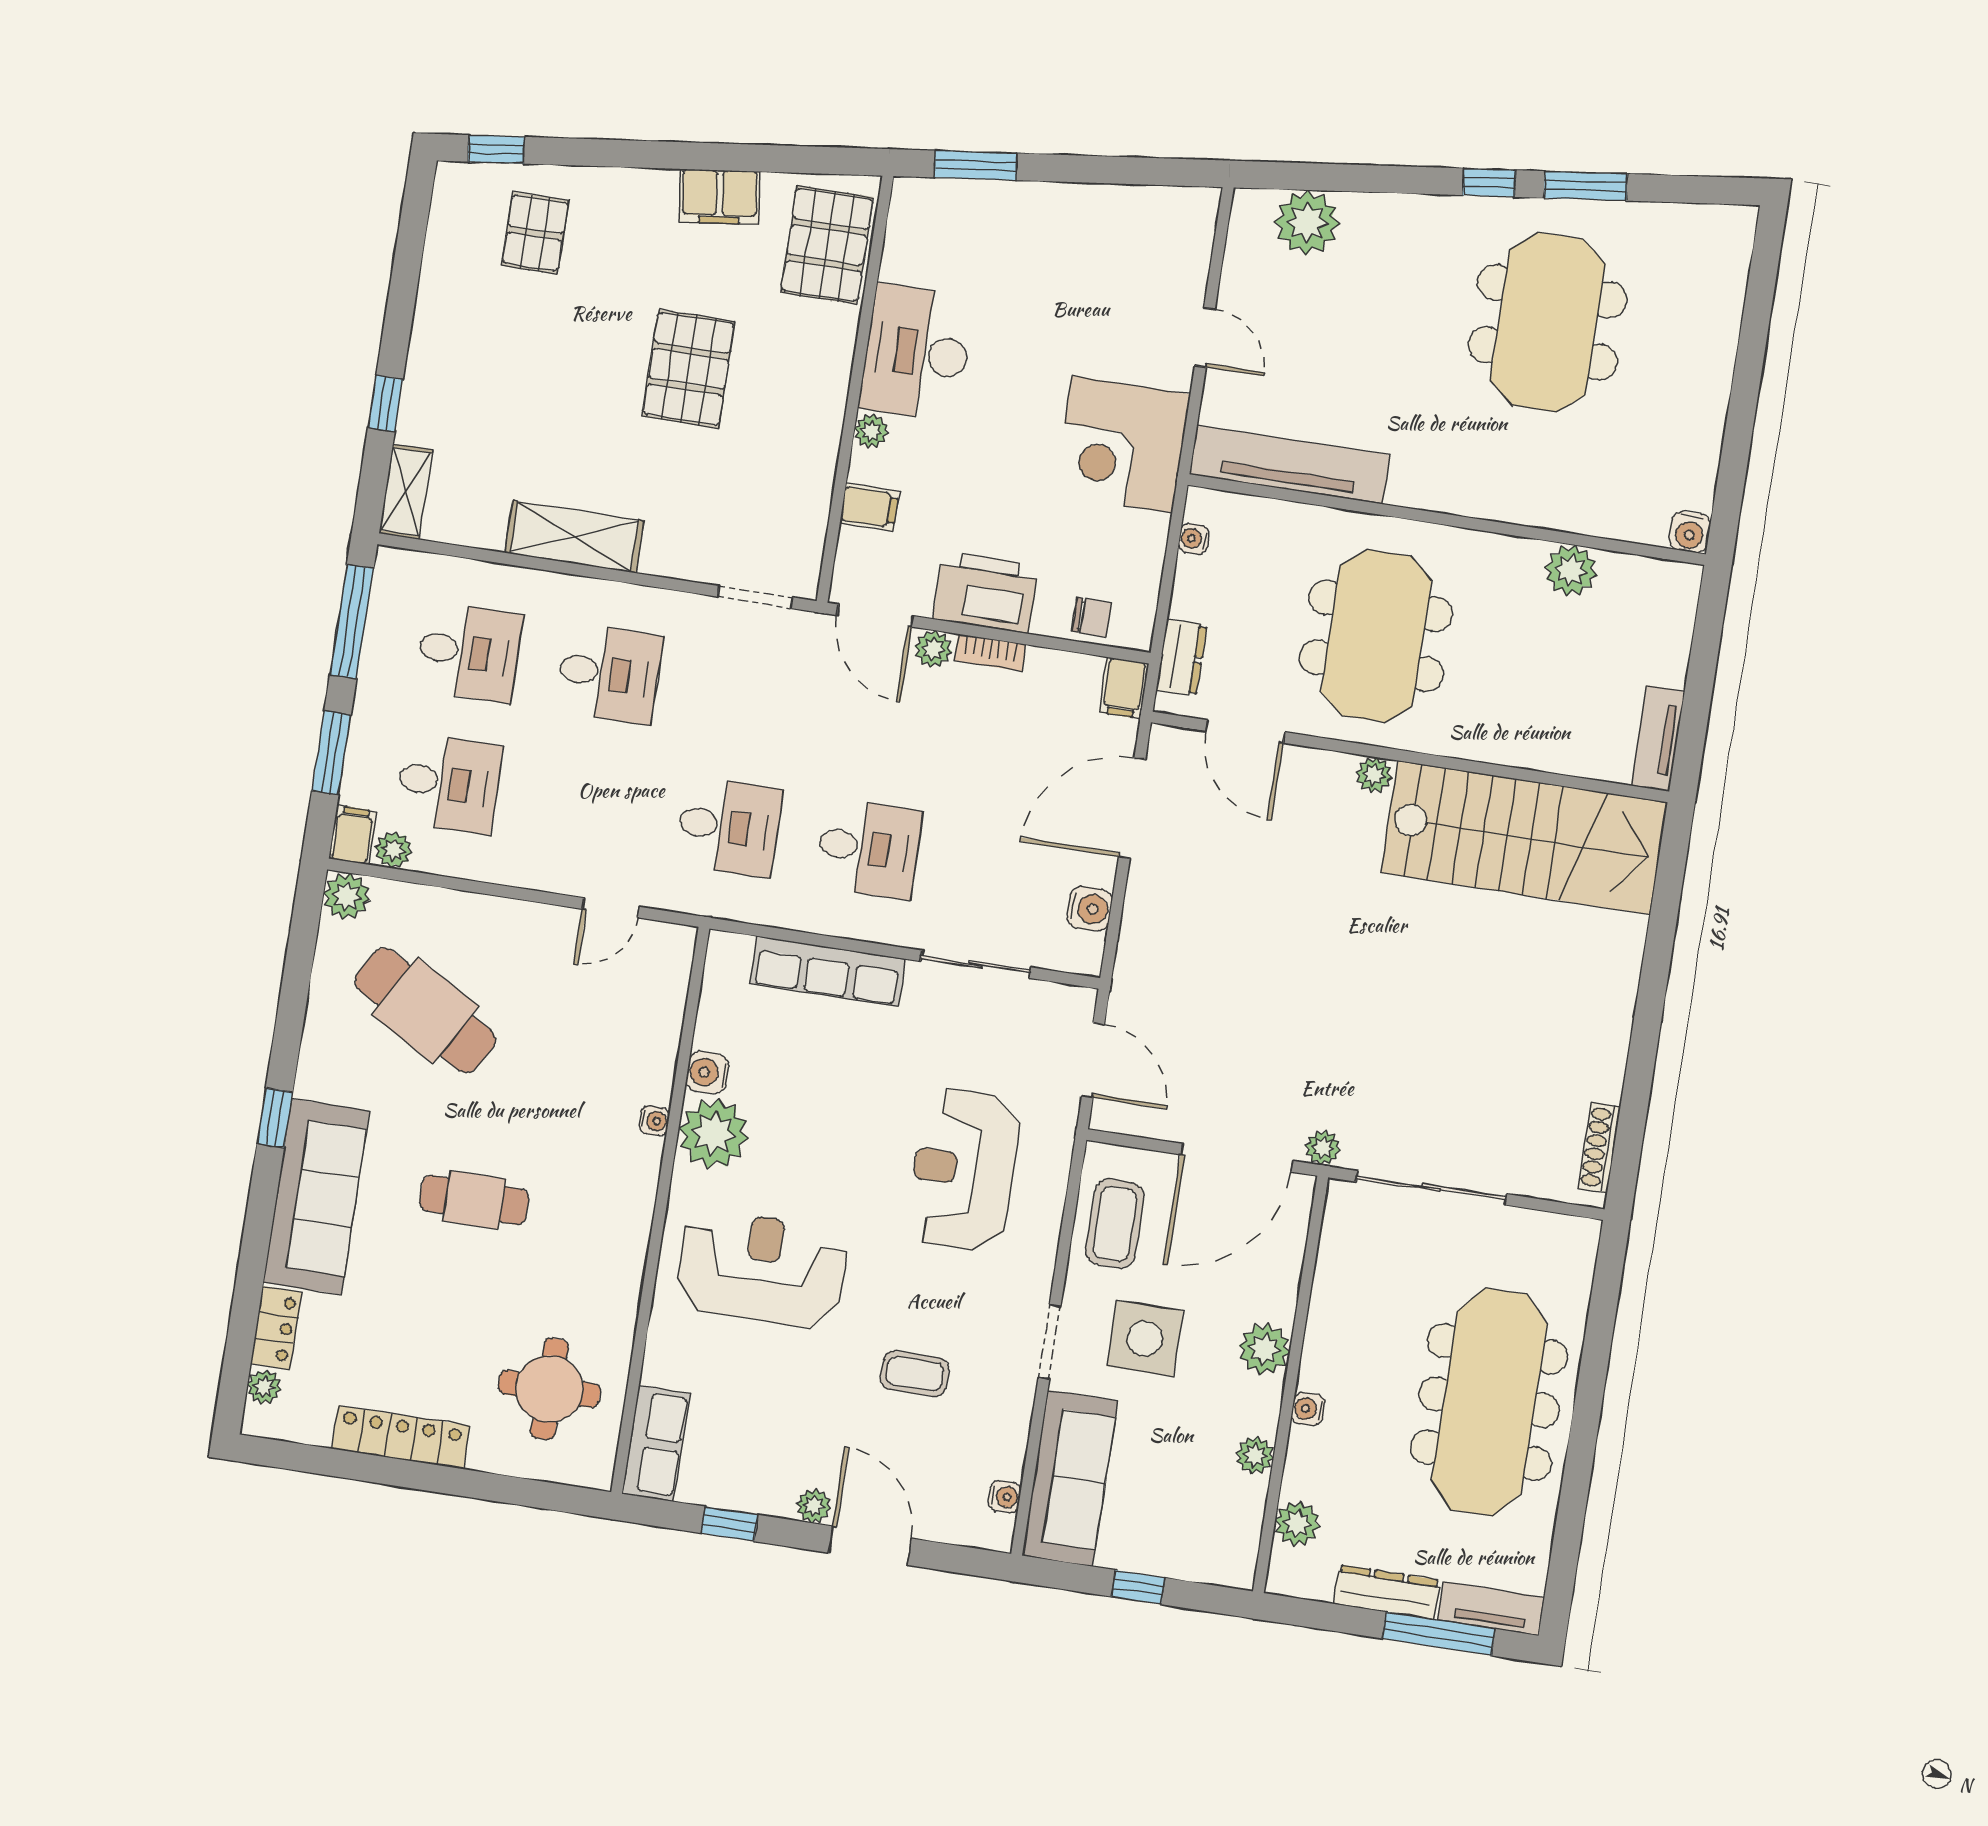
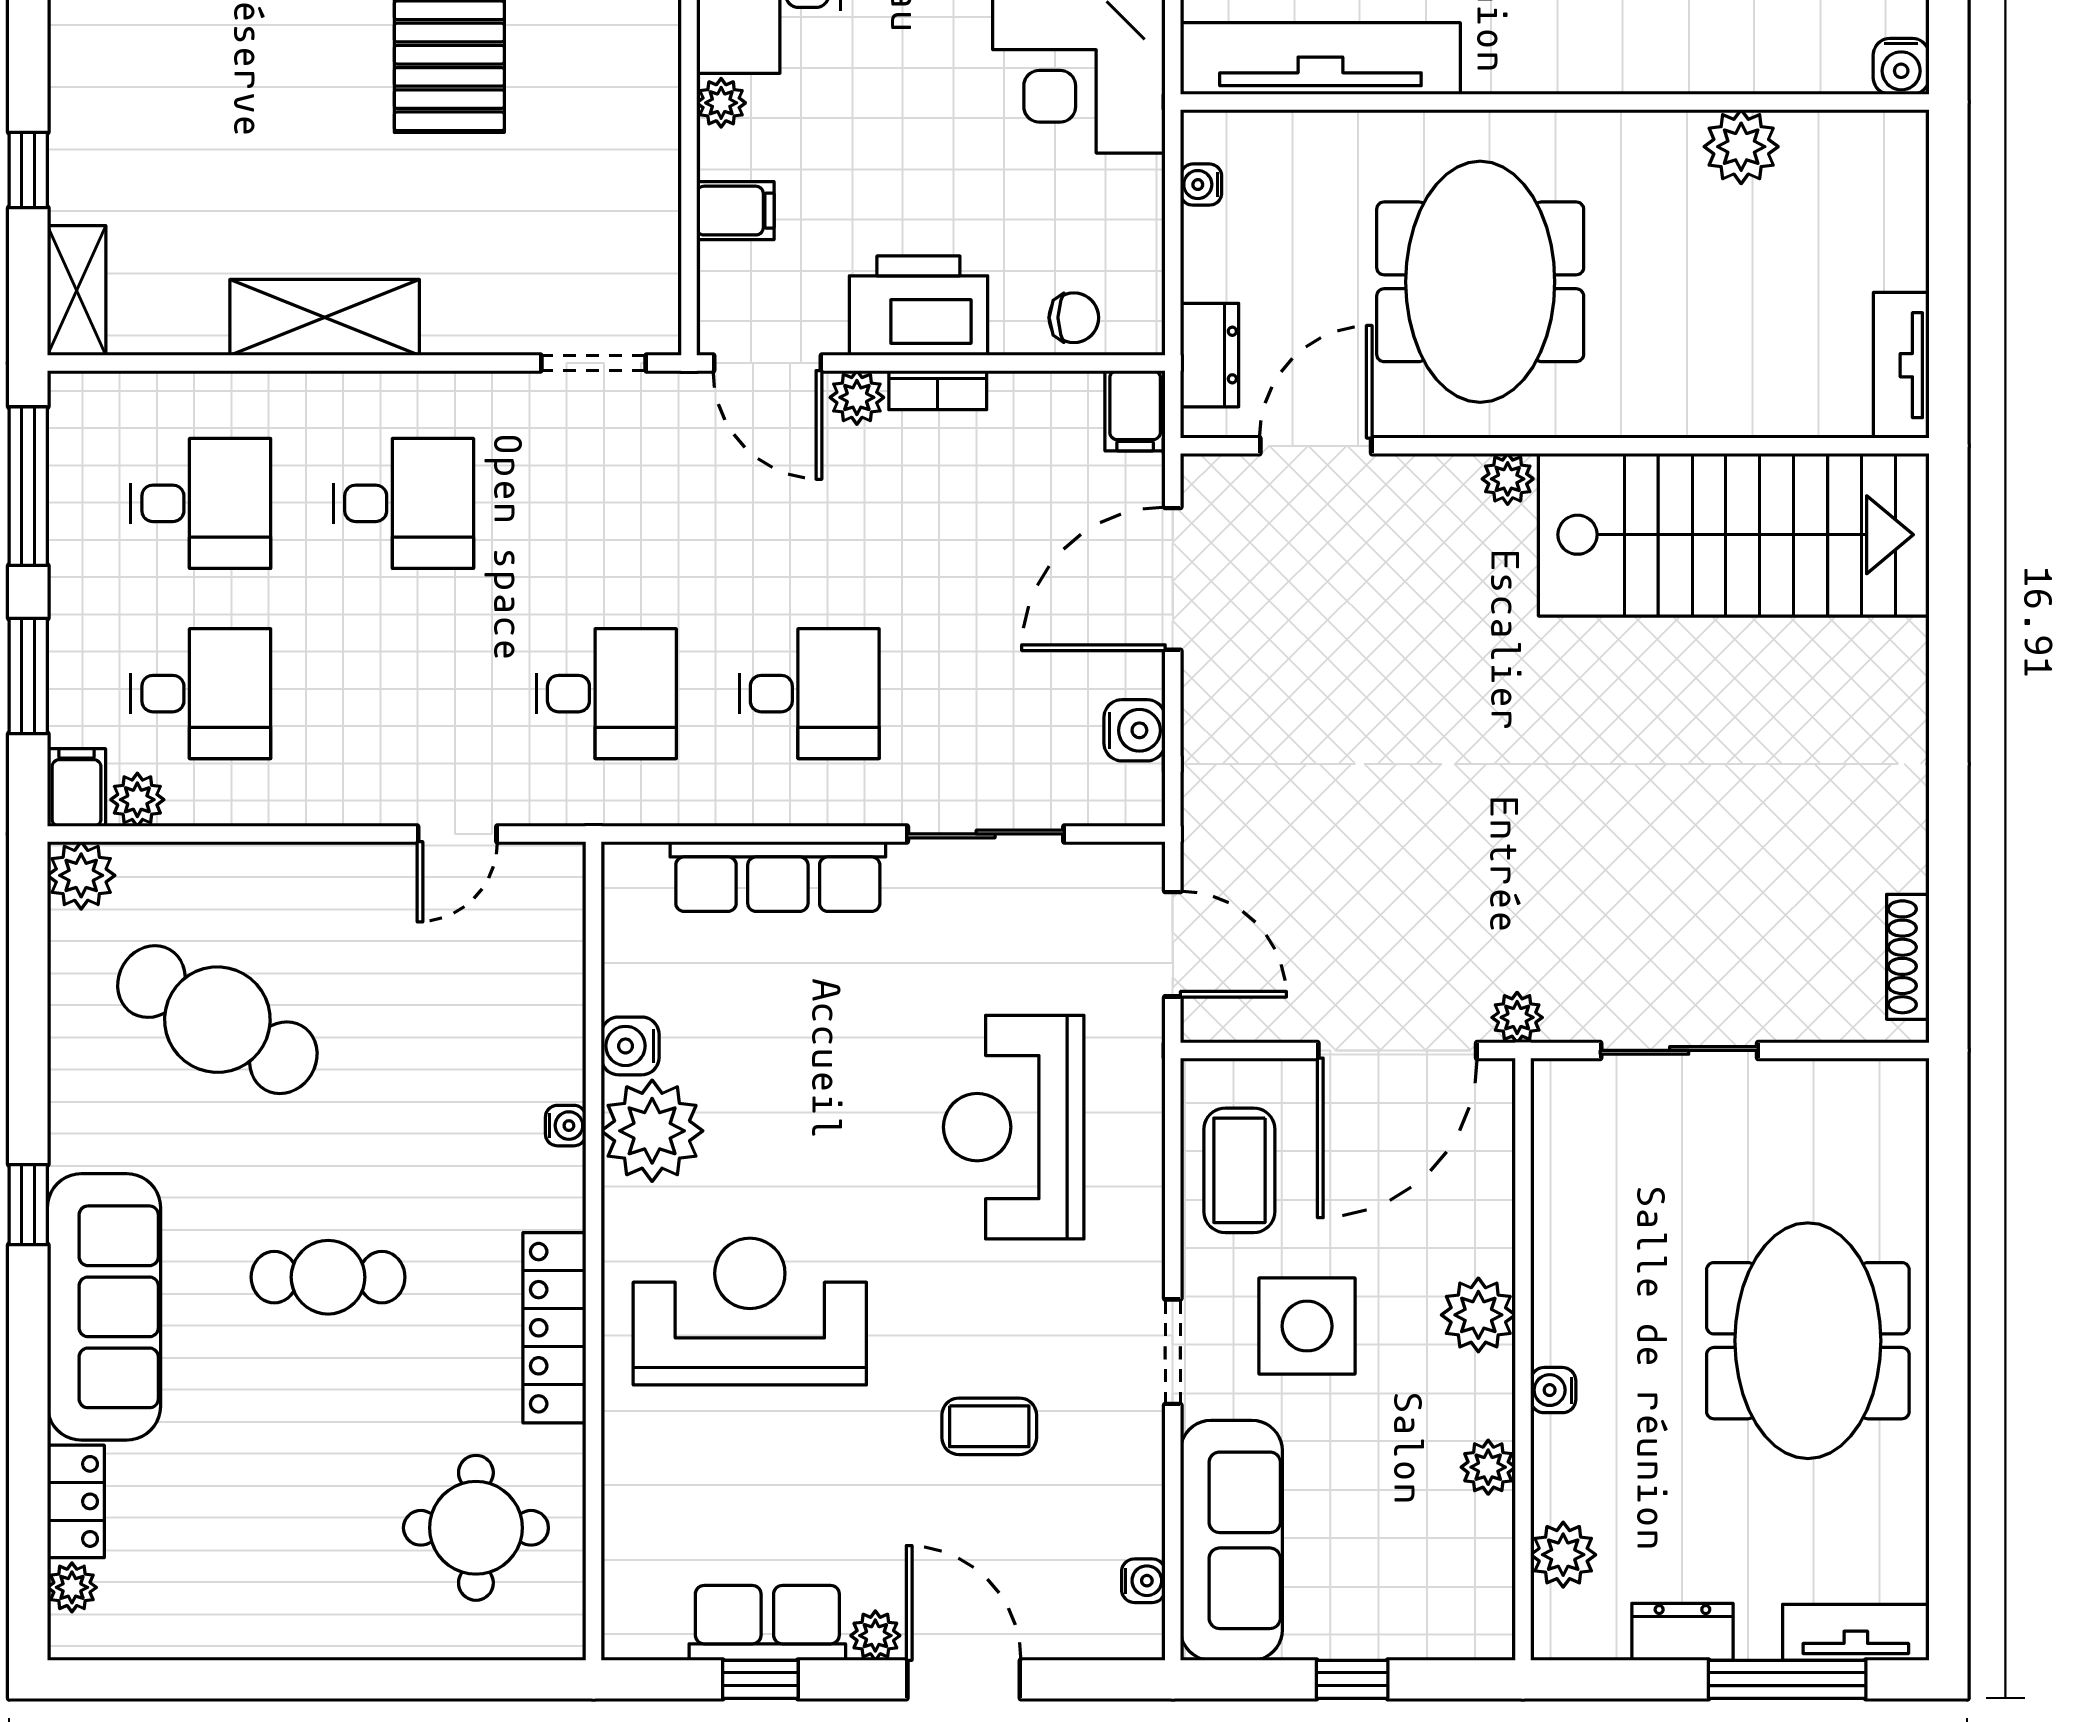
door: (1245, 731) -> (1316, 446), swing flipped
sliding door: (1431, 1188) -> (1679, 1050), width x0.73
meeting table: (1489, 1402) -> (1808, 1341), width x0.73
locker: (401, 1437) -> (554, 1328), moved, turned -90
row of seats: (656, 1444) -> (767, 1623), moved, turned -90
dresser: (1387, 1592) -> (1682, 1632), width x0.70

